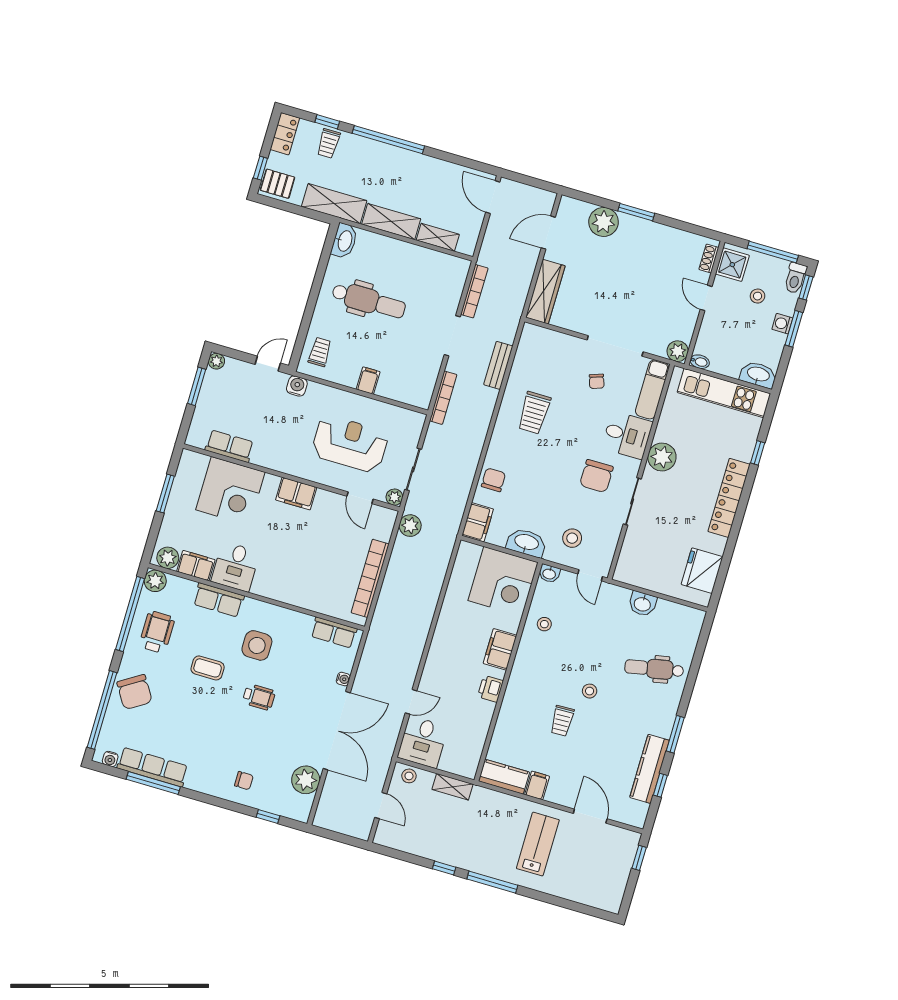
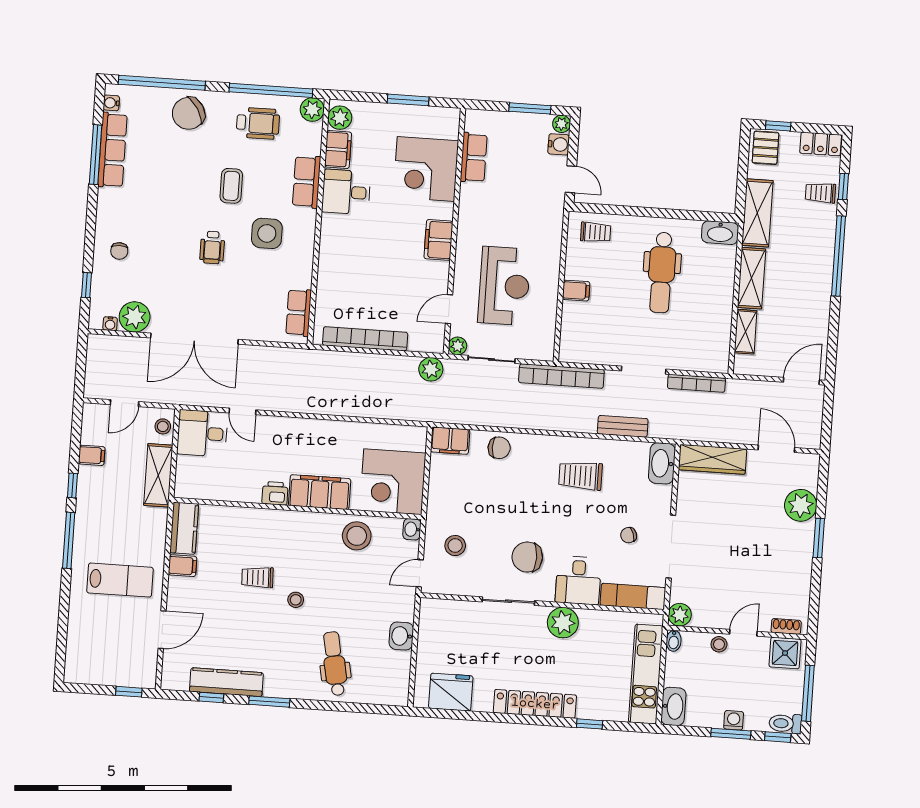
stool: (758, 296) -> (719, 644), moved
water cooler: (297, 386) -> (559, 144), moved
bookcase: (443, 398) -> (561, 376), width x1.48, depth x1.31
washbasin: (526, 543) -> (662, 463), moved, turned 180
stool: (544, 624) -> (357, 536), width x1.89, depth x1.89
filing cabinet: (500, 649) -> (320, 492), width x1.50, depth x1.17
water cooler: (343, 679) -> (110, 324), moved
shelving: (452, 787) -> (158, 475), width x1.50, depth x1.33
filing cabinet: (421, 845) -> (92, 455), added

